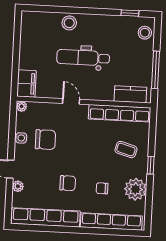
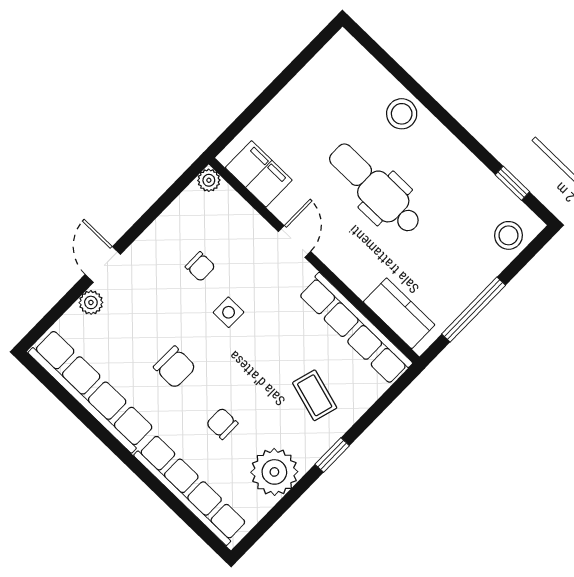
filing cabinet: (26, 84) -> (259, 174), moved, turned -90
side table: (21, 138) -> (229, 312), moved
chair: (45, 140) -> (200, 267), width x0.54, depth x0.54

